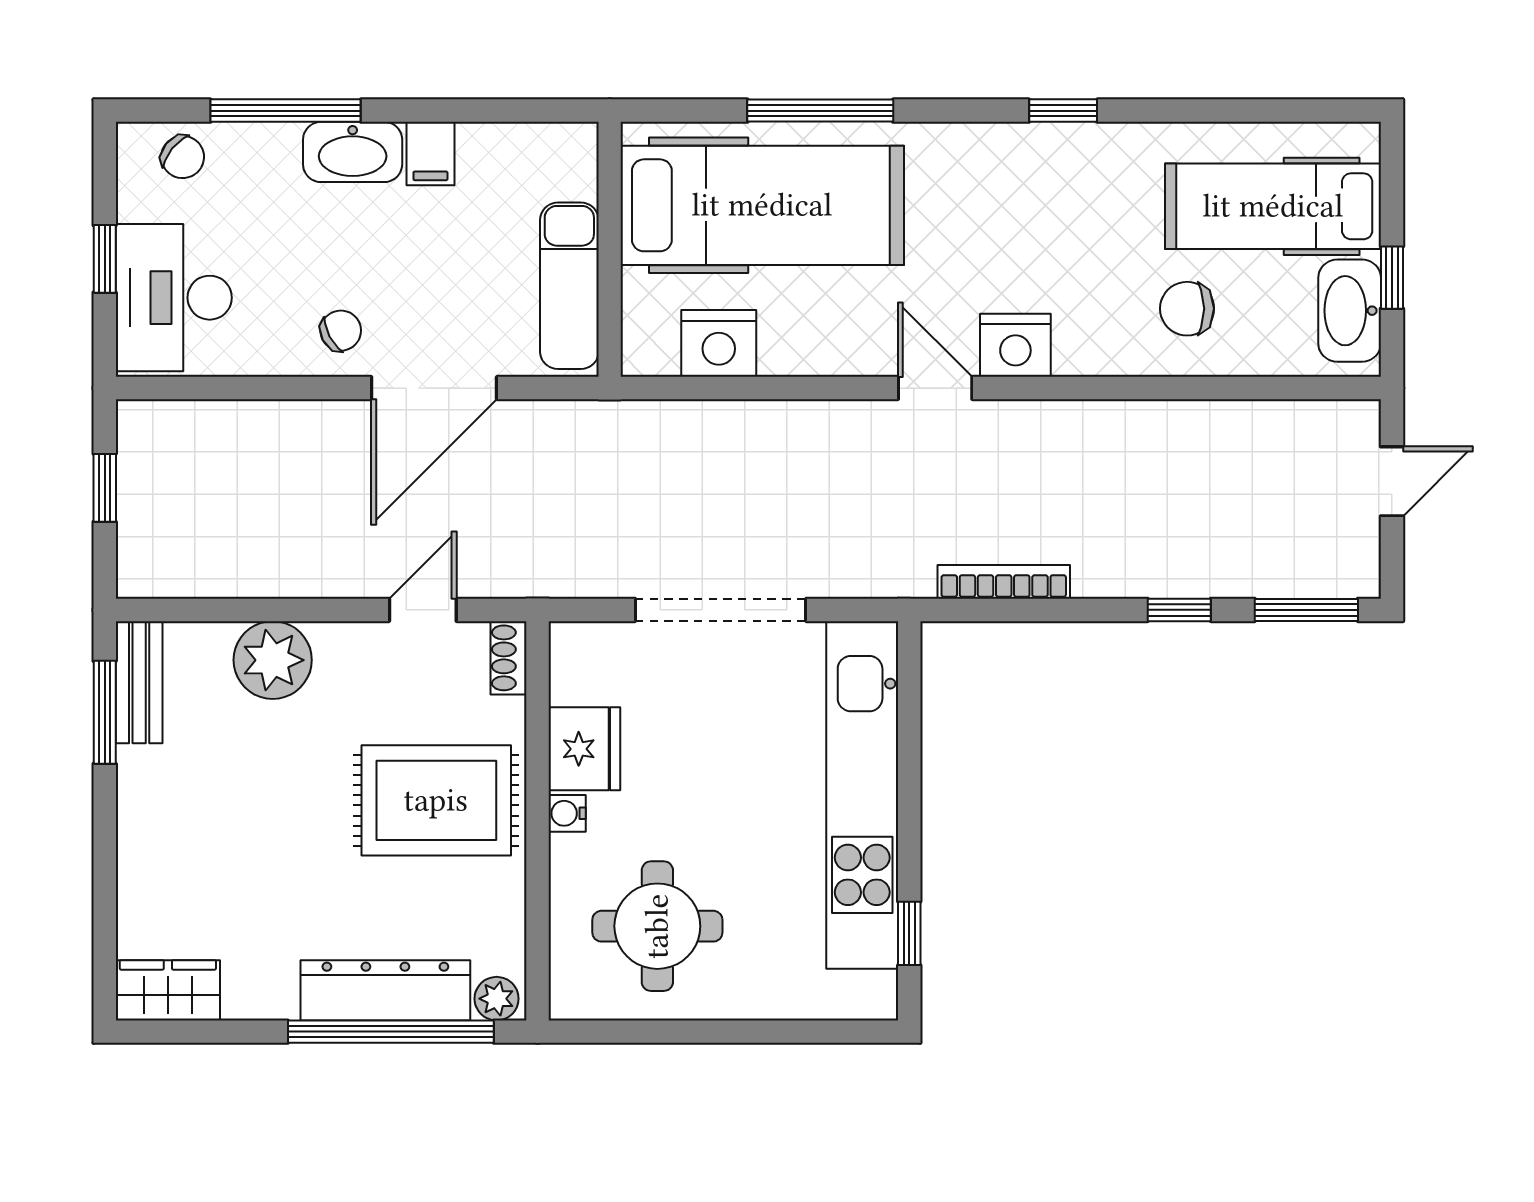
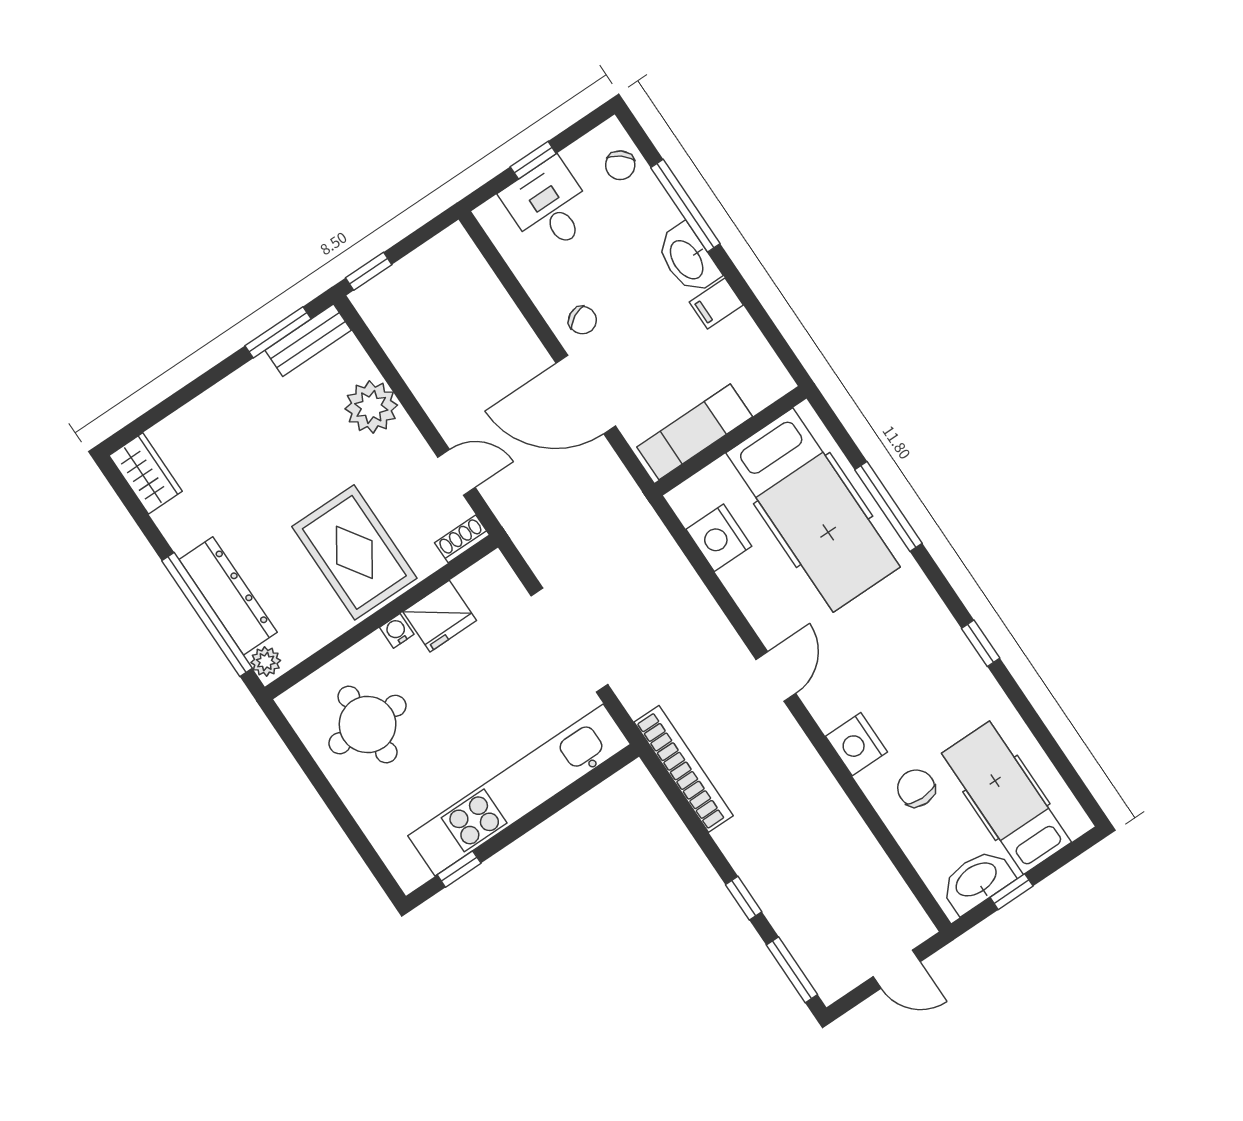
desk: (174, 298) -> (549, 206), width x0.73
nightstand: (1015, 345) -> (856, 744), moved
window: (105, 488) -> (369, 271), moved
bookcase: (1004, 582) -> (684, 769), width x1.48, depth x1.31

